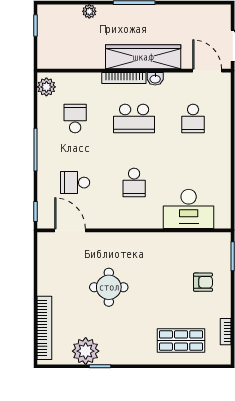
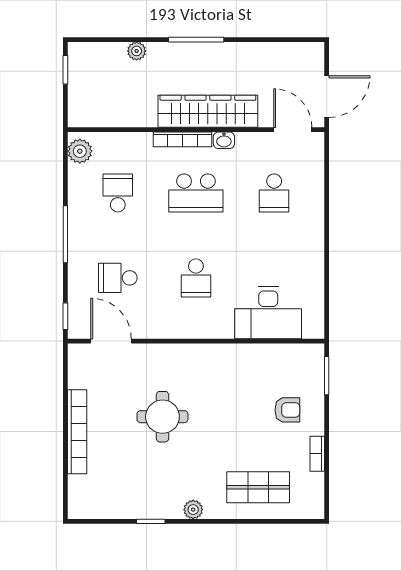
bookcase: (44, 328) -> (77, 432), moved
bookcase: (226, 332) -> (317, 454), moved
plant: (86, 351) -> (193, 510), moved, width x0.53, depth x0.53

